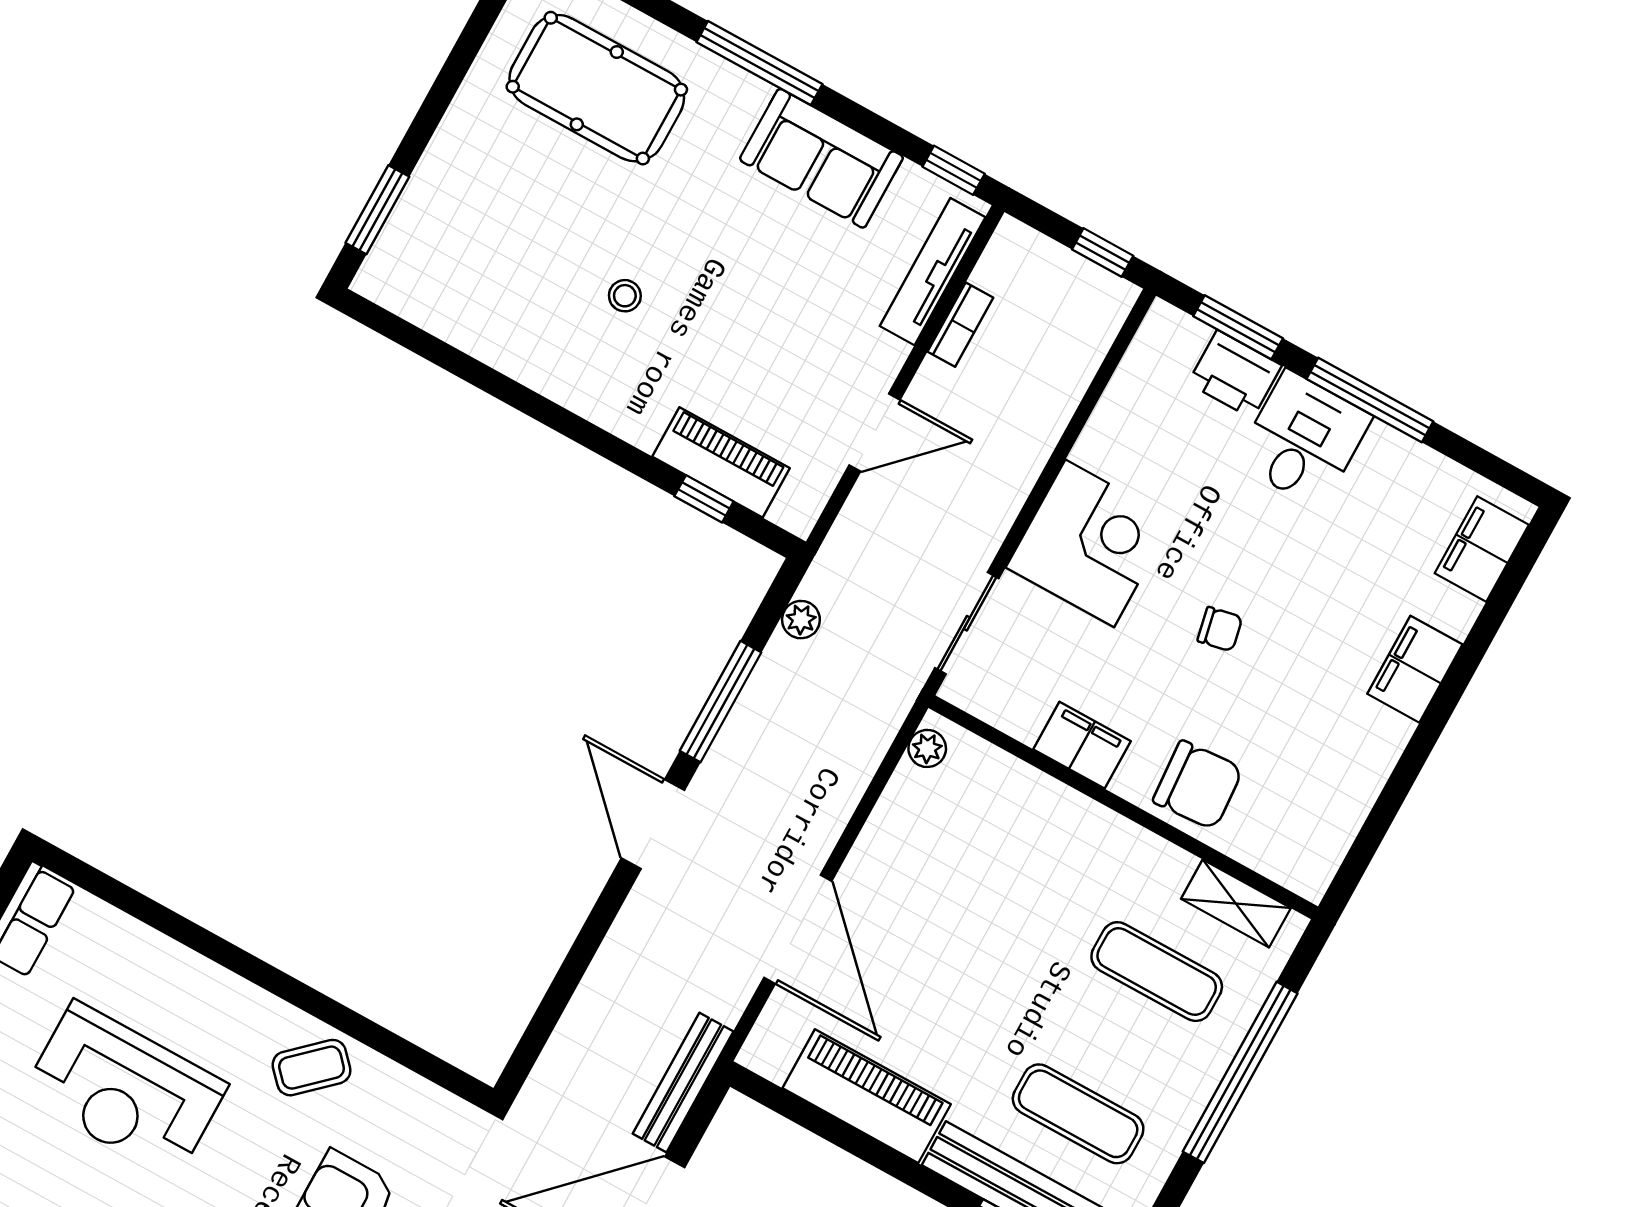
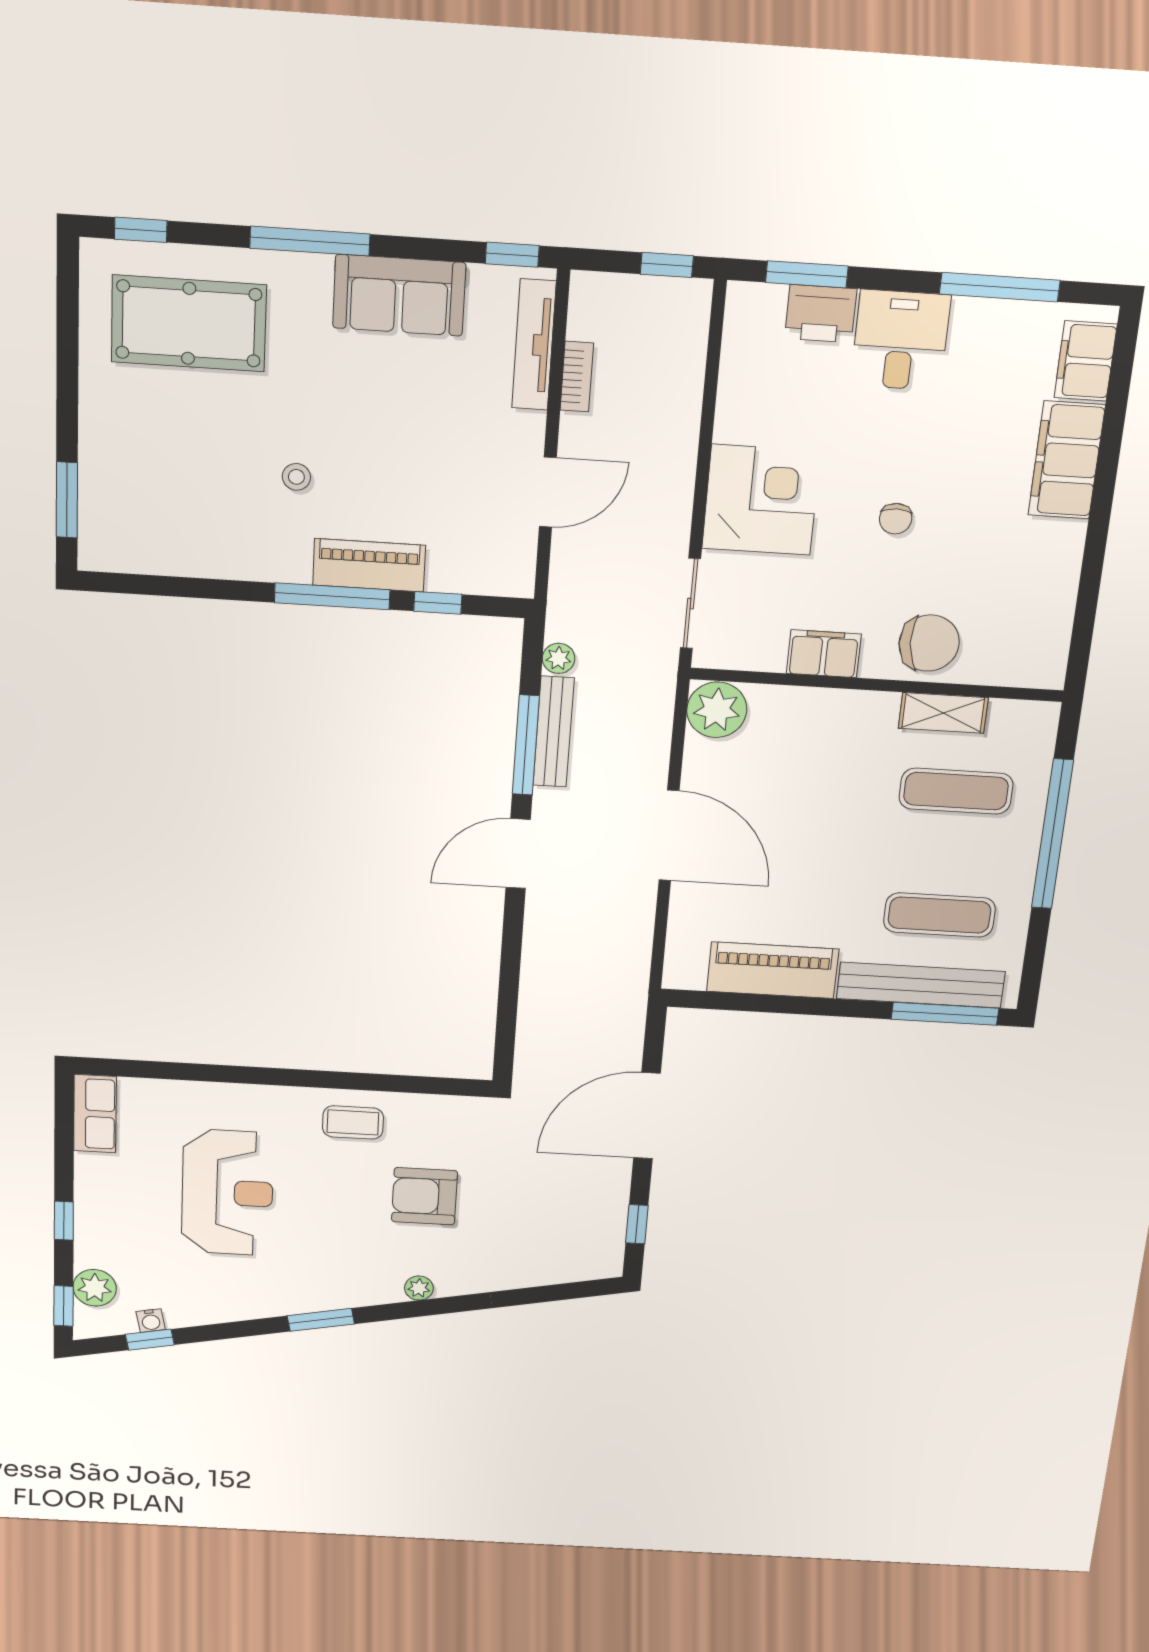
window: (1370, 400) -> (1000, 287), moved
window: (598, 440) -> (332, 596), added
piano: (721, 462) -> (369, 565), moved
chair: (1220, 629) -> (896, 519), turned 102
filing cabinet: (1415, 669) -> (1067, 460), width x1.50, depth x1.17
plant: (927, 748) -> (717, 710), width x1.88, depth x1.88
door: (653, 824) -> (518, 854), hinge flipped
shelving: (1236, 903) -> (943, 713), moved
door: (798, 929) -> (669, 835), moved
coffee table: (312, 1068) -> (353, 1122), turned 43
bench: (683, 1083) -> (554, 732), moved
reception desk: (125, 1090) -> (227, 1193), turned -90

